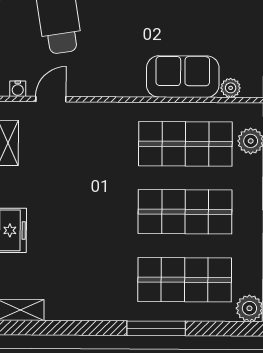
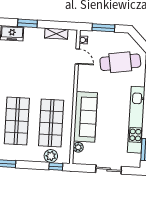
sofa: (183, 77) -> (85, 117), width x1.36

